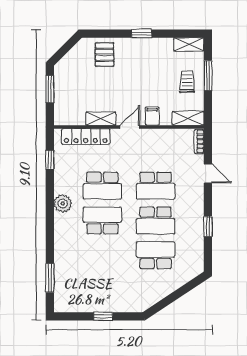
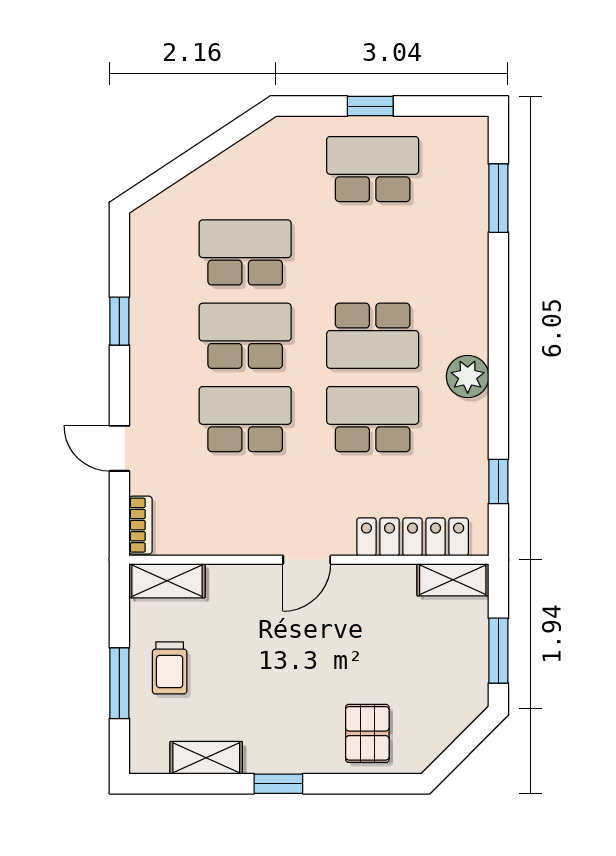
shelving: (189, 44) -> (206, 758), moved
filing cabinet: (152, 116) -> (253, 586), removed
shelving: (101, 119) -> (453, 580), moved
school desk: (156, 255) -> (245, 252), turned 180
school desk: (102, 290) -> (373, 169), added

